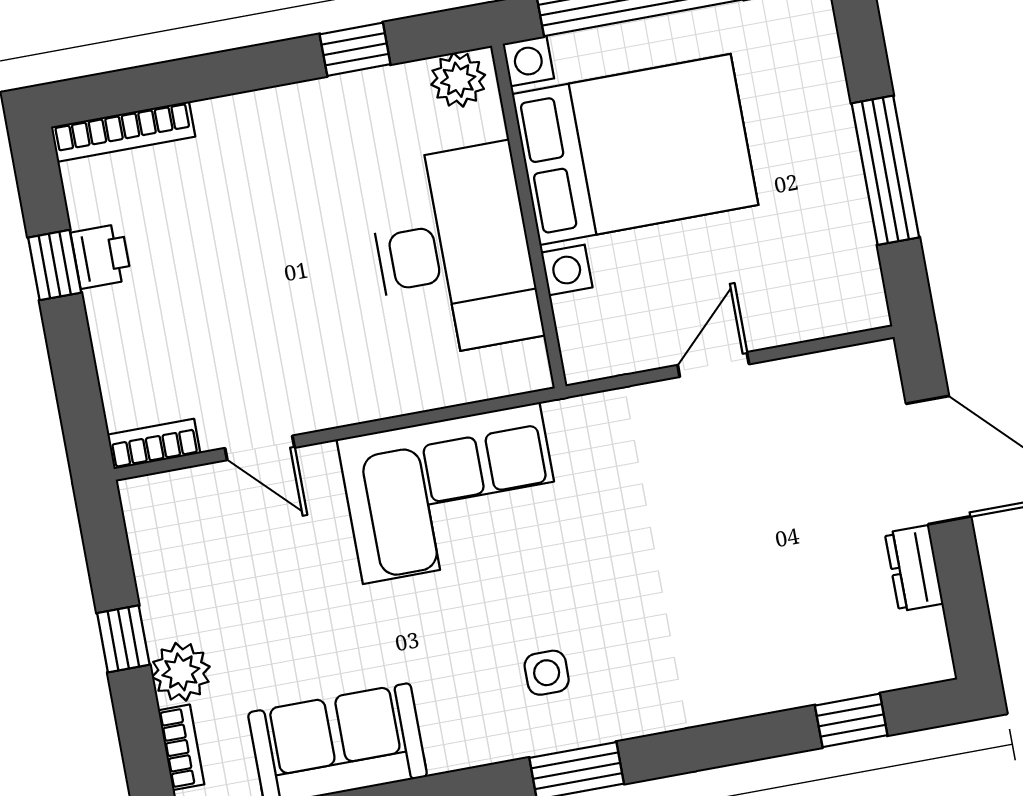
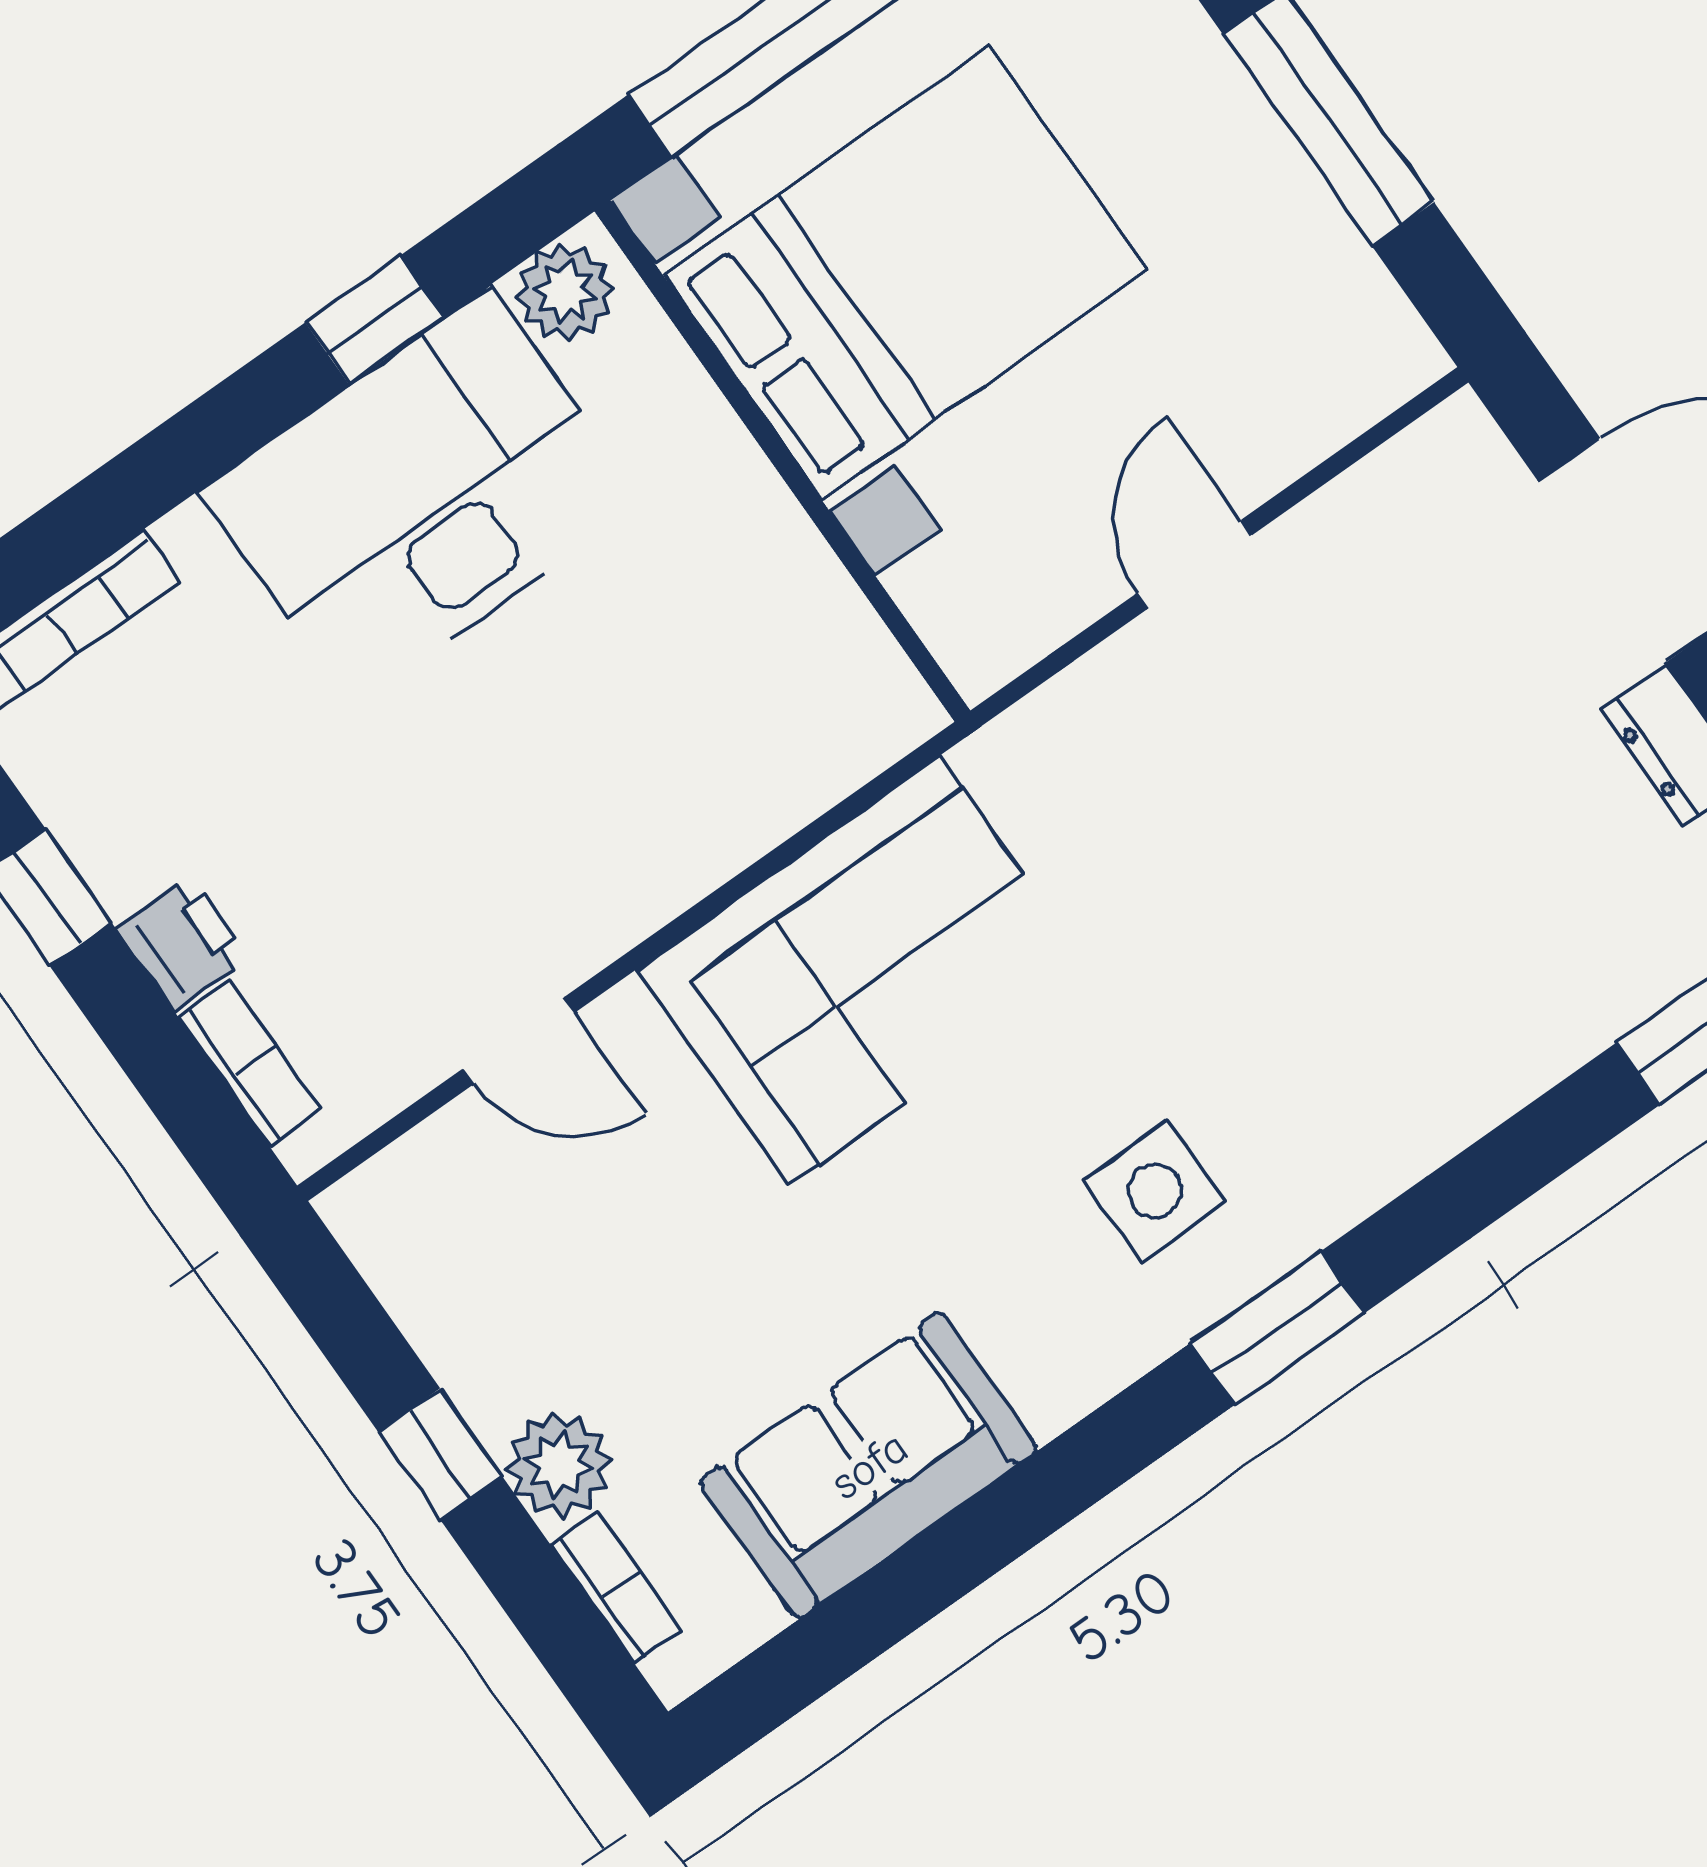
desk: (454, 251) -> (421, 497), moved, turned -90
printer: (101, 256) -> (183, 942), moved
bookcase: (154, 444) -> (250, 1064), moved, turned 90
side table: (547, 673) -> (1155, 1191), width x1.37, depth x1.37

